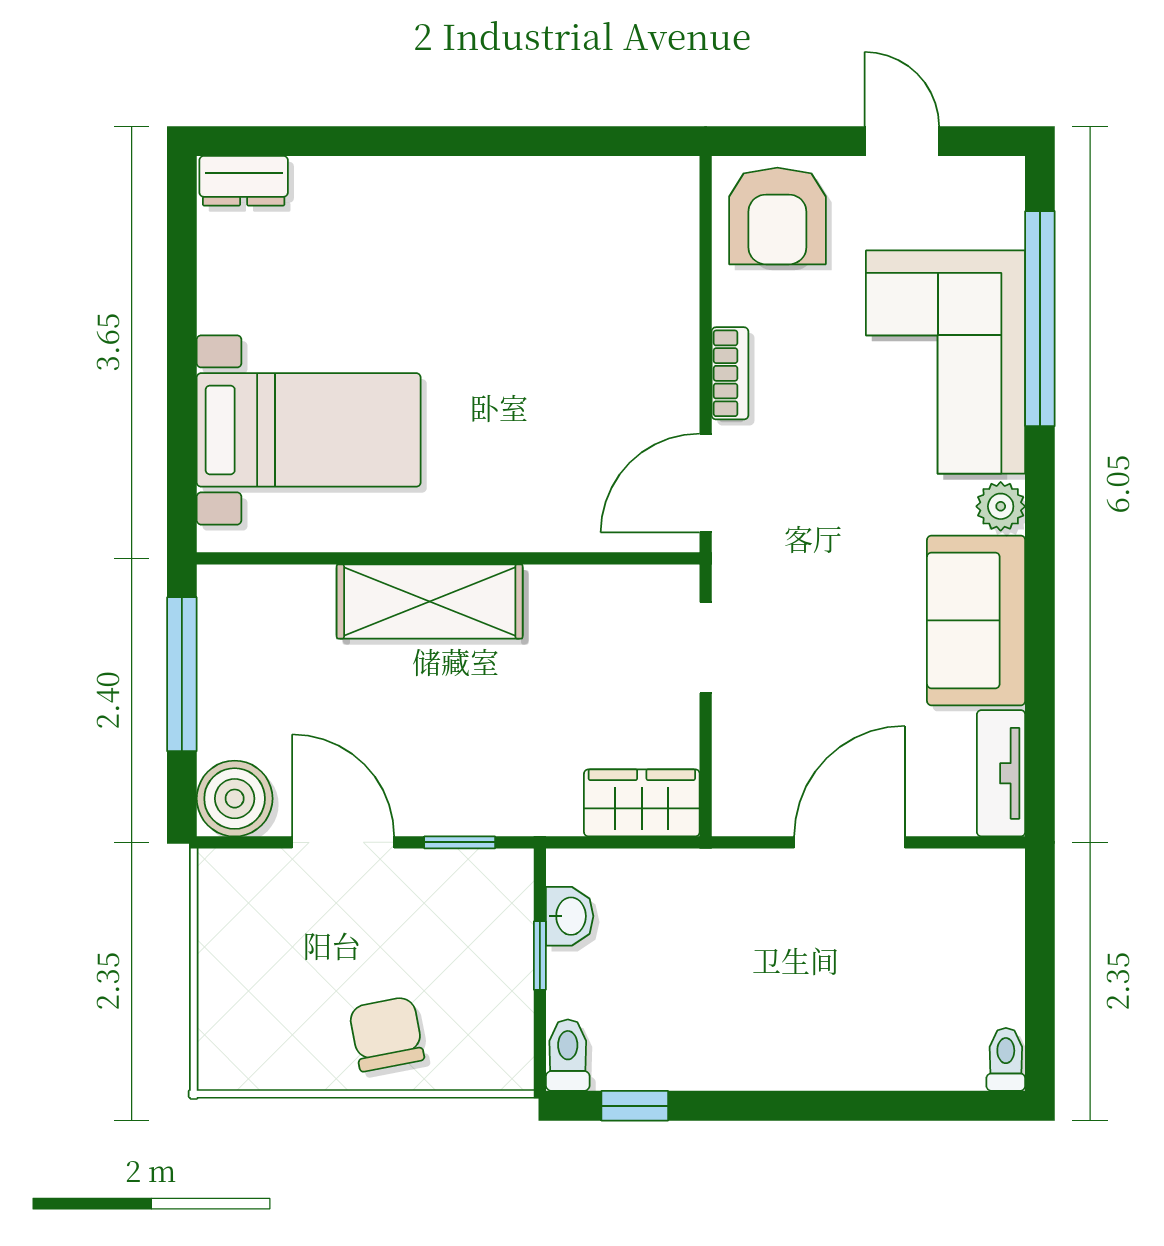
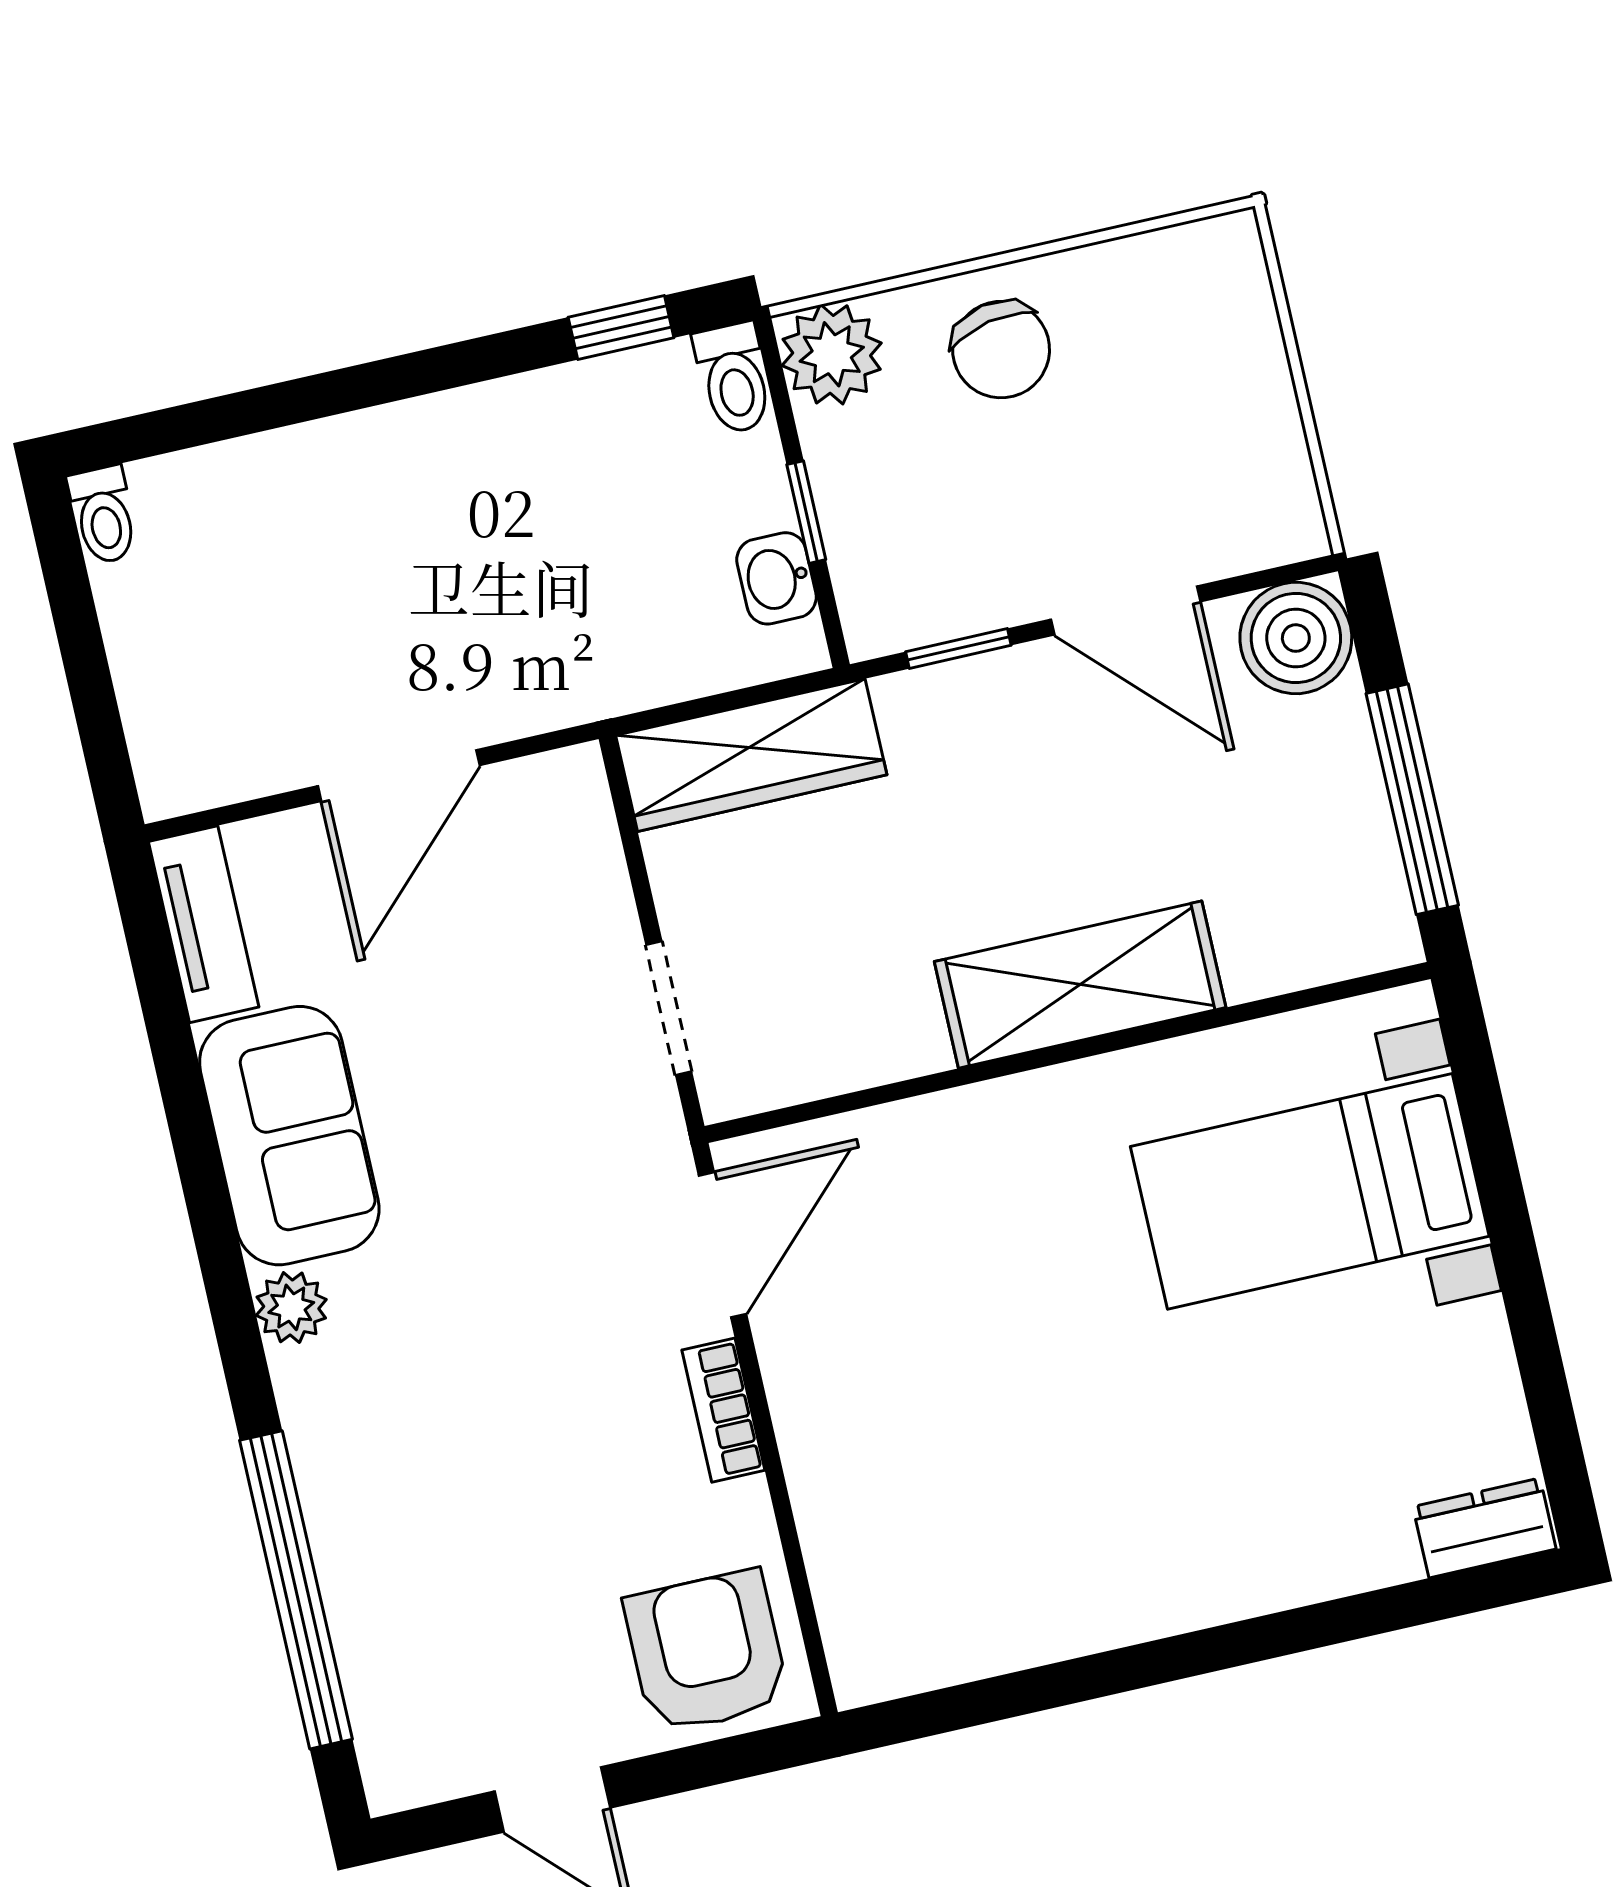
corner sofa: (946, 362) -> (417, 1497), removed
wardrobe: (642, 803) -> (751, 755), width x1.50
plant: (499, 1056) -> (832, 354), added

